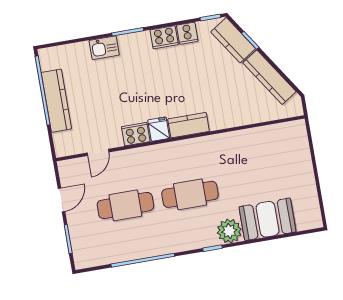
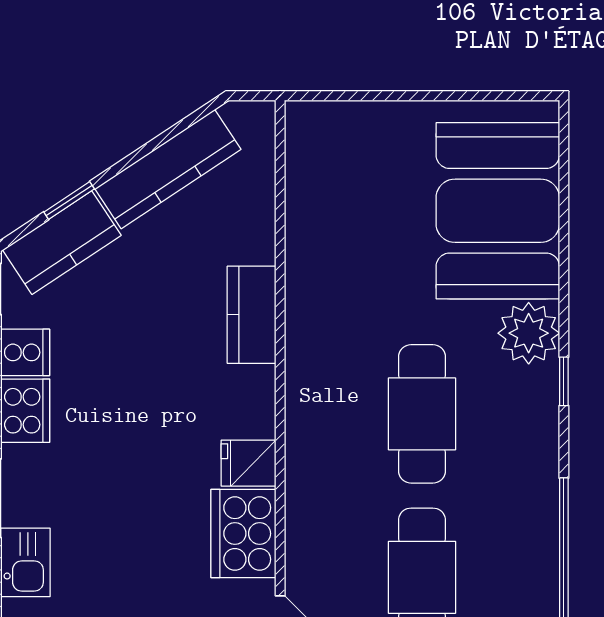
kitchen counter: (189, 125) -> (252, 315), moved
cooker: (136, 134) -> (243, 534), width x1.37, depth x1.31
booth: (268, 219) -> (498, 211), width x1.36, depth x1.42

